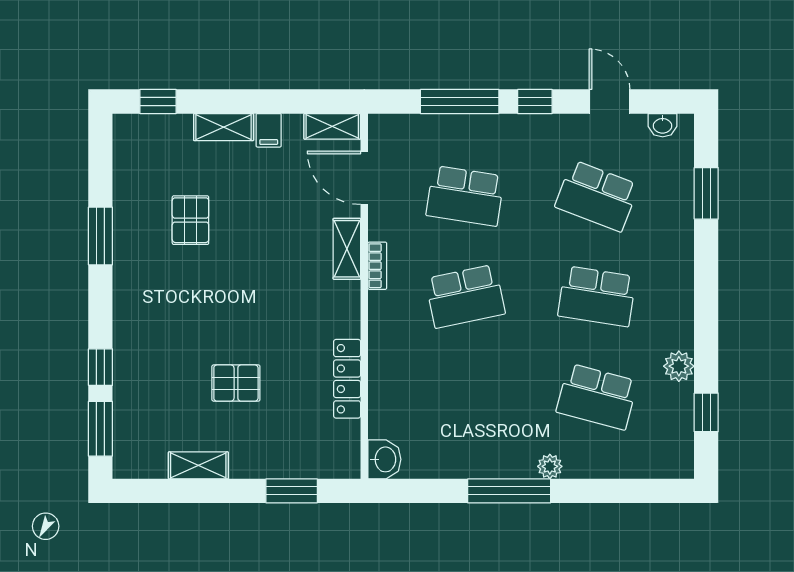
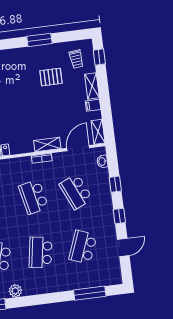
window: (460, 101) -> (115, 184), width x0.46
washbasin: (663, 125) -> (102, 161), moved
trolley: (156, 156) -> (76, 59), added
window: (706, 193) -> (90, 293), width x1.44
school desk: (465, 196) -> (76, 192), turned -33

